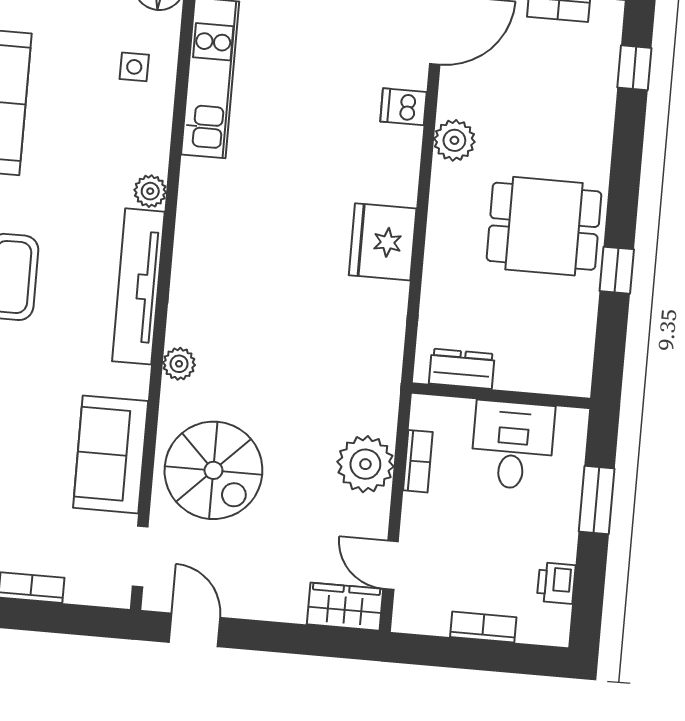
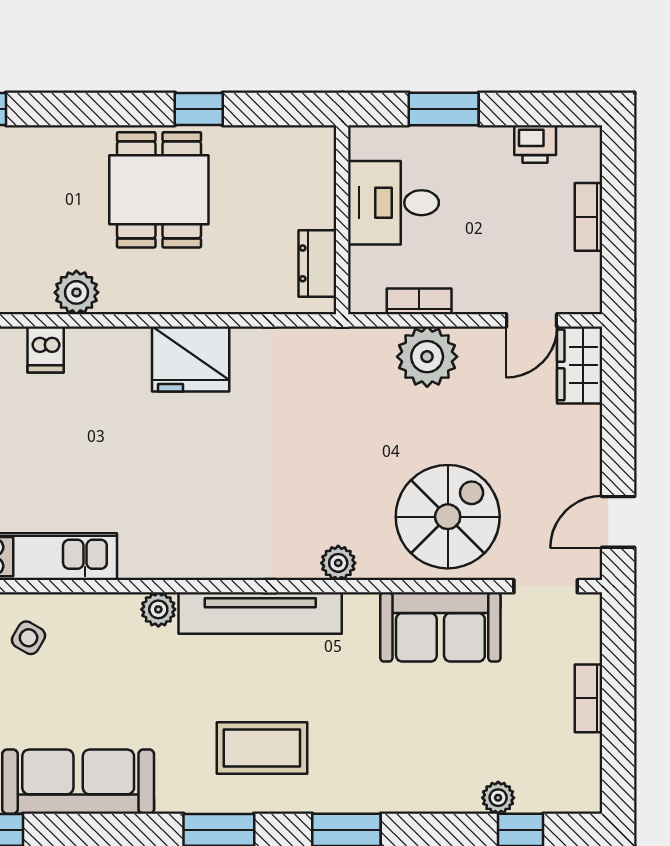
side table: (134, 67) -> (29, 638), turned 30

